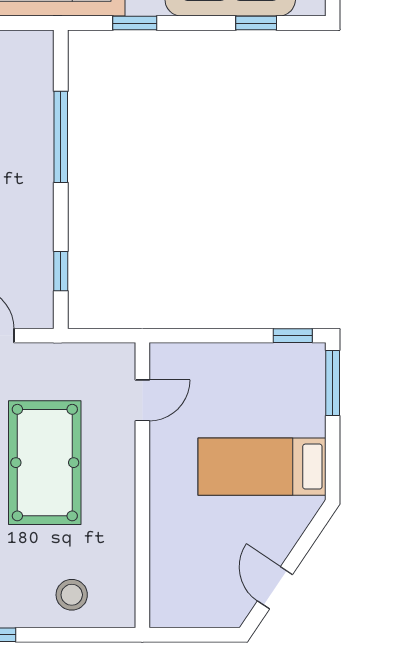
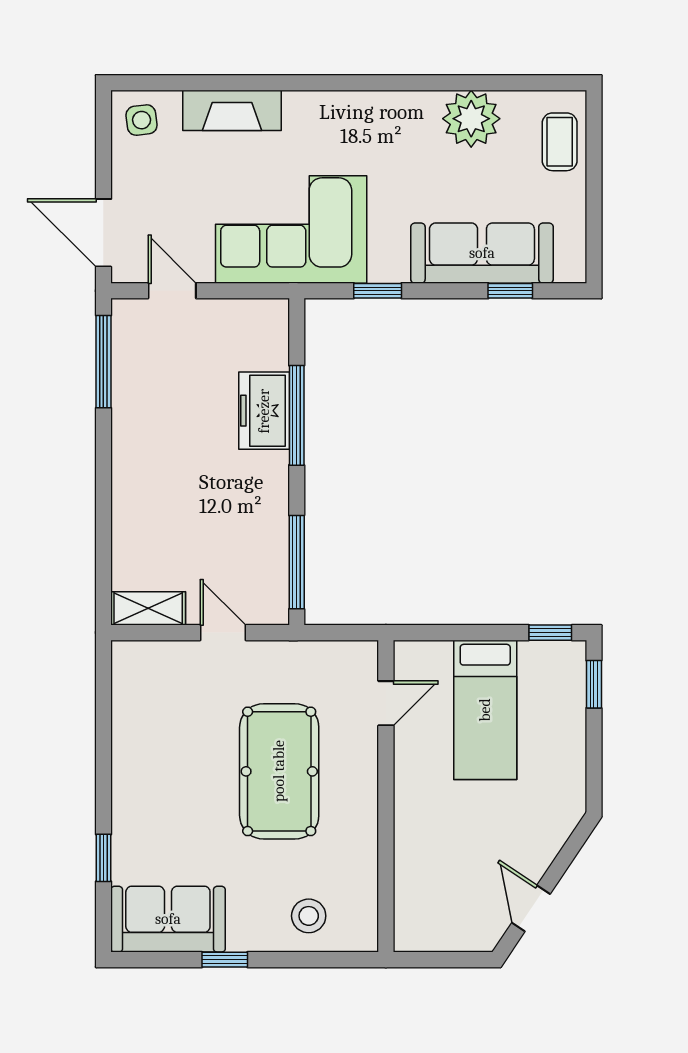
freezer: (31, 133) -> (264, 411), added
window: (61, 271) -> (297, 562), width x2.17
window: (333, 383) -> (594, 684), width x0.67
bed: (262, 467) -> (485, 710), moved, turned -90

